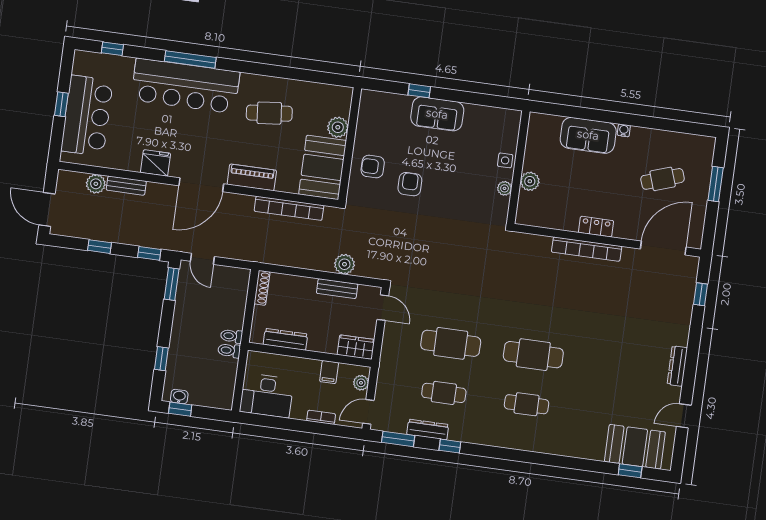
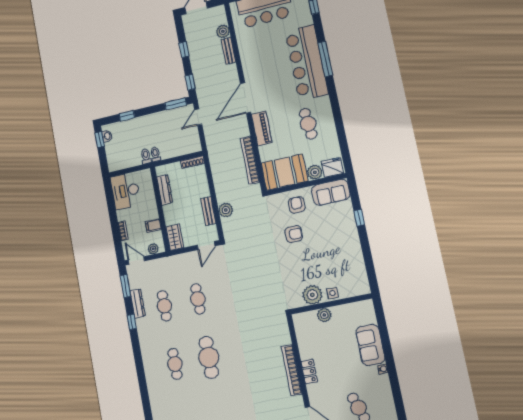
sofa: (437, 114) -> (331, 192), moved, turned -90
fridge: (156, 163) -> (332, 167), moved, turned -90
door: (201, 185) -> (246, 98), hinge flipped
plant: (505, 188) -> (312, 295), width x1.88, depth x1.88
cafe table: (451, 343) -> (198, 299), width x0.73, depth x0.74

